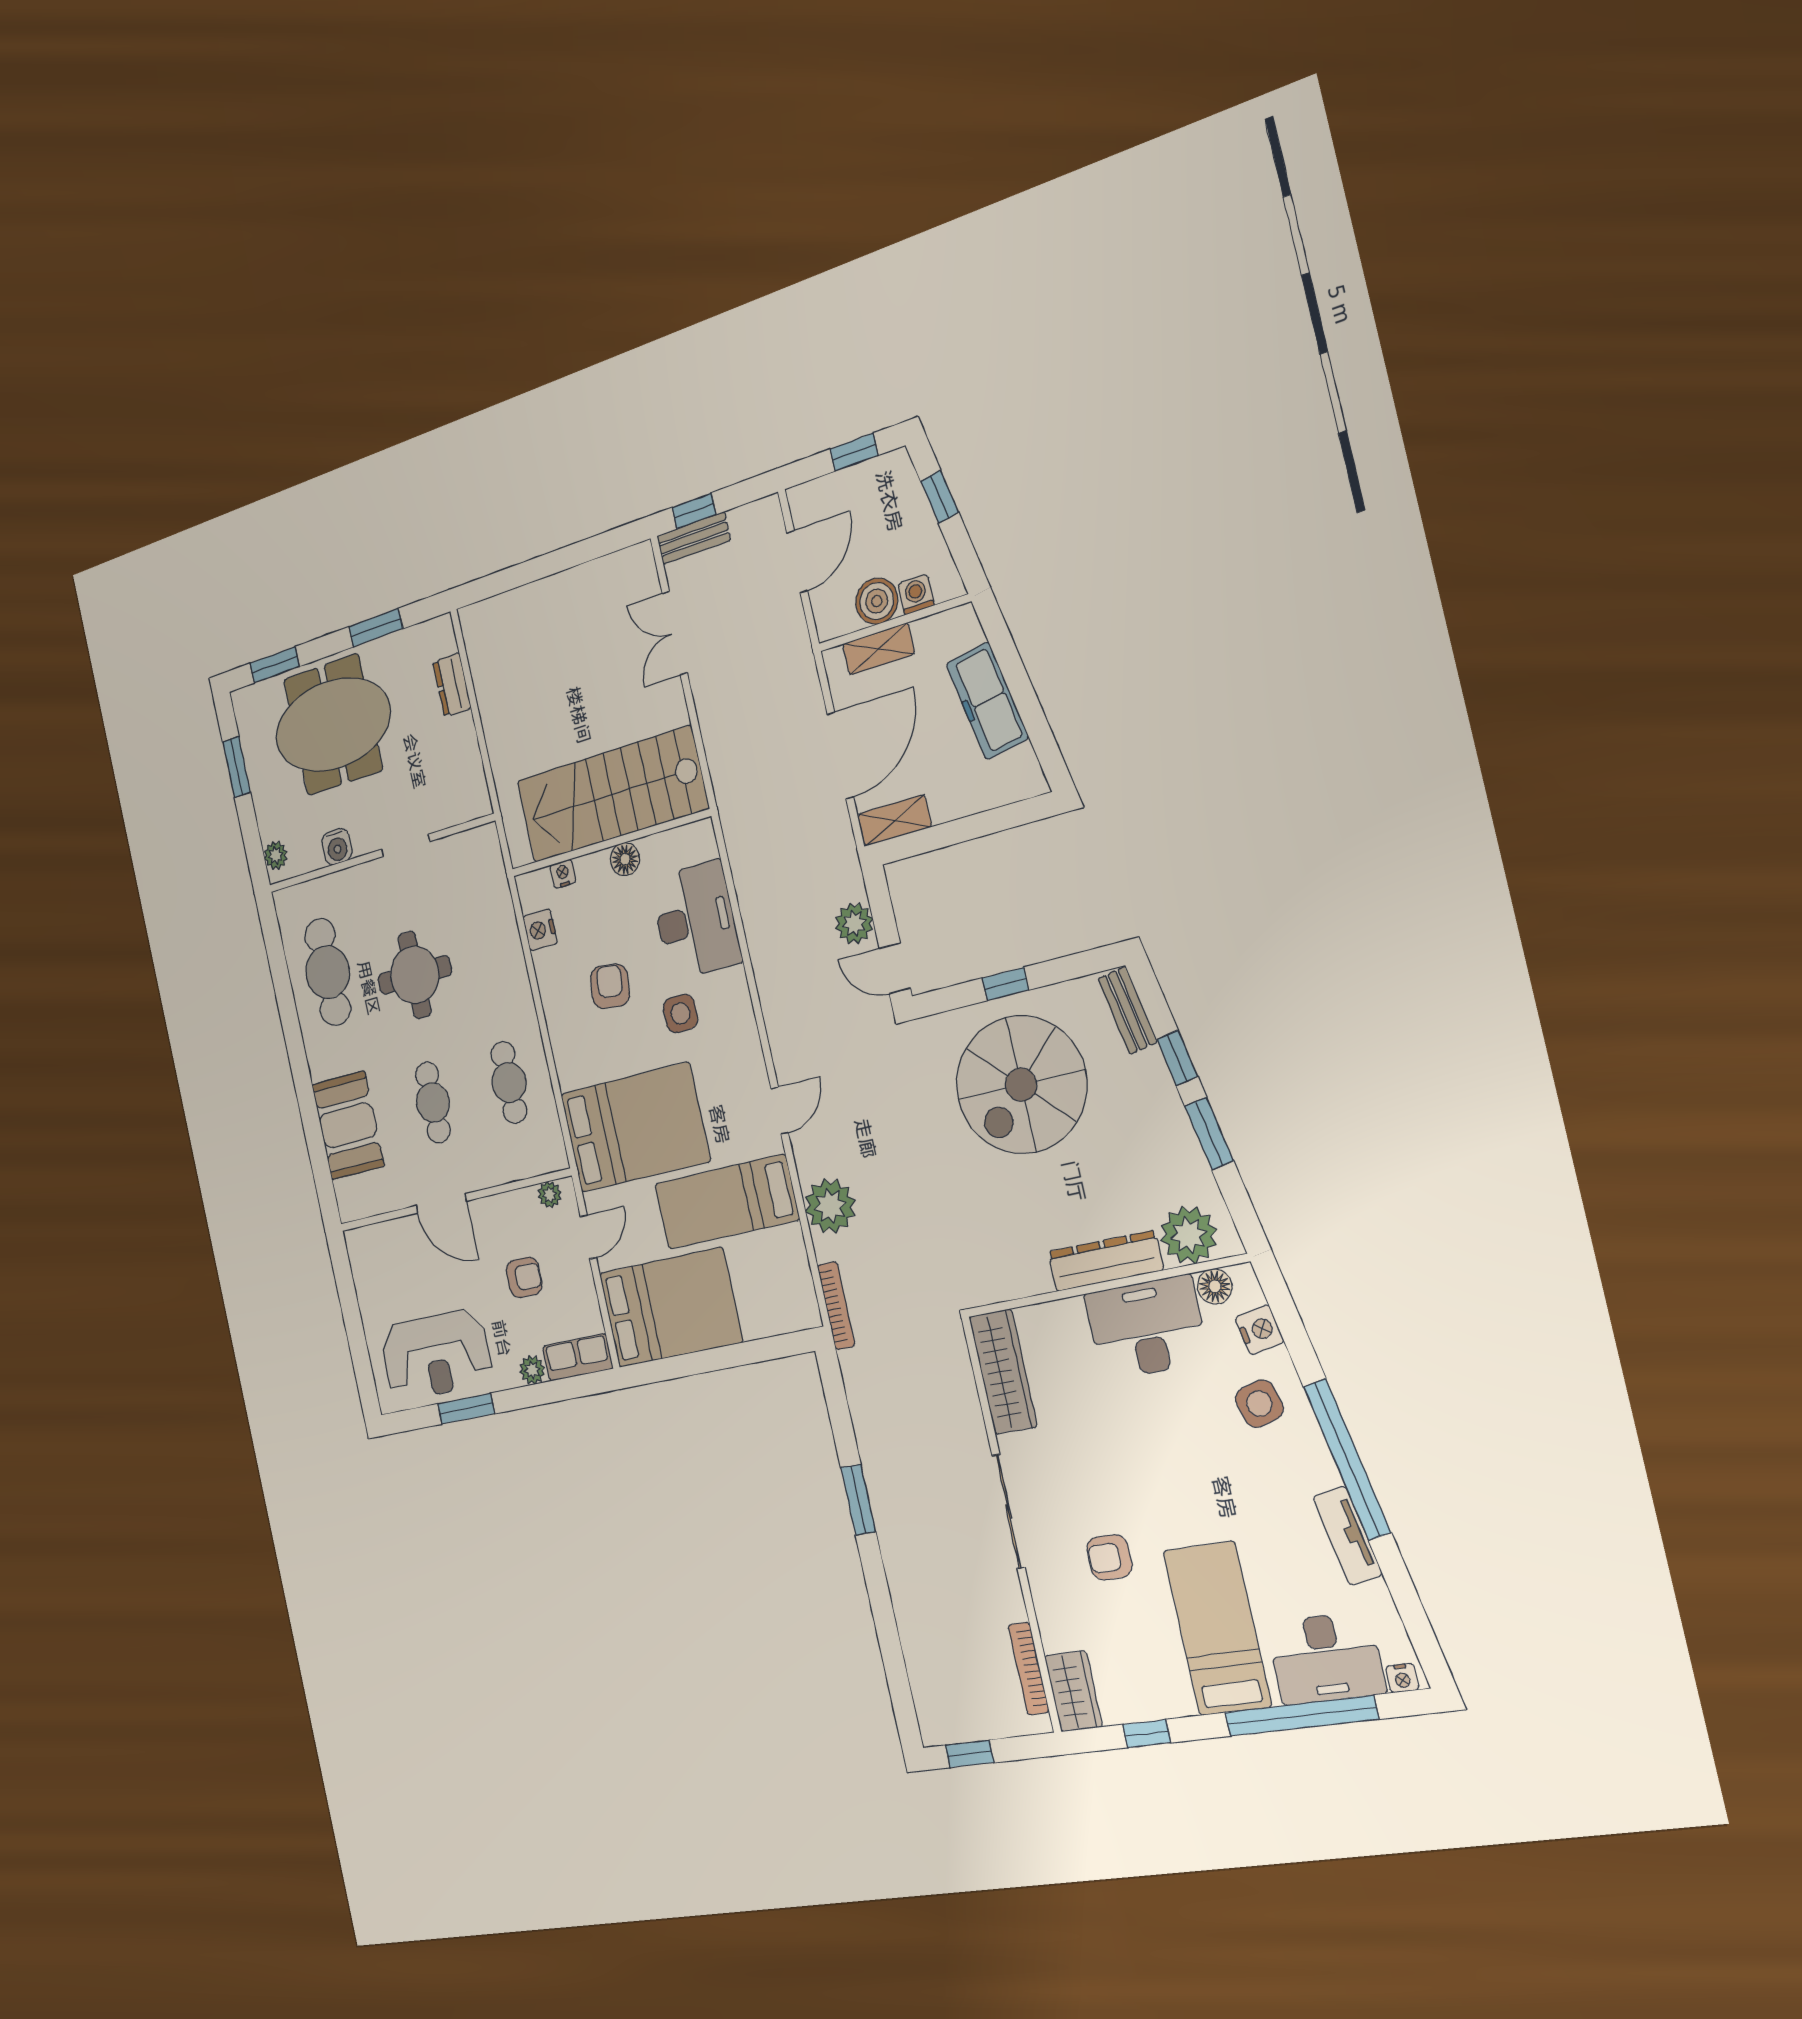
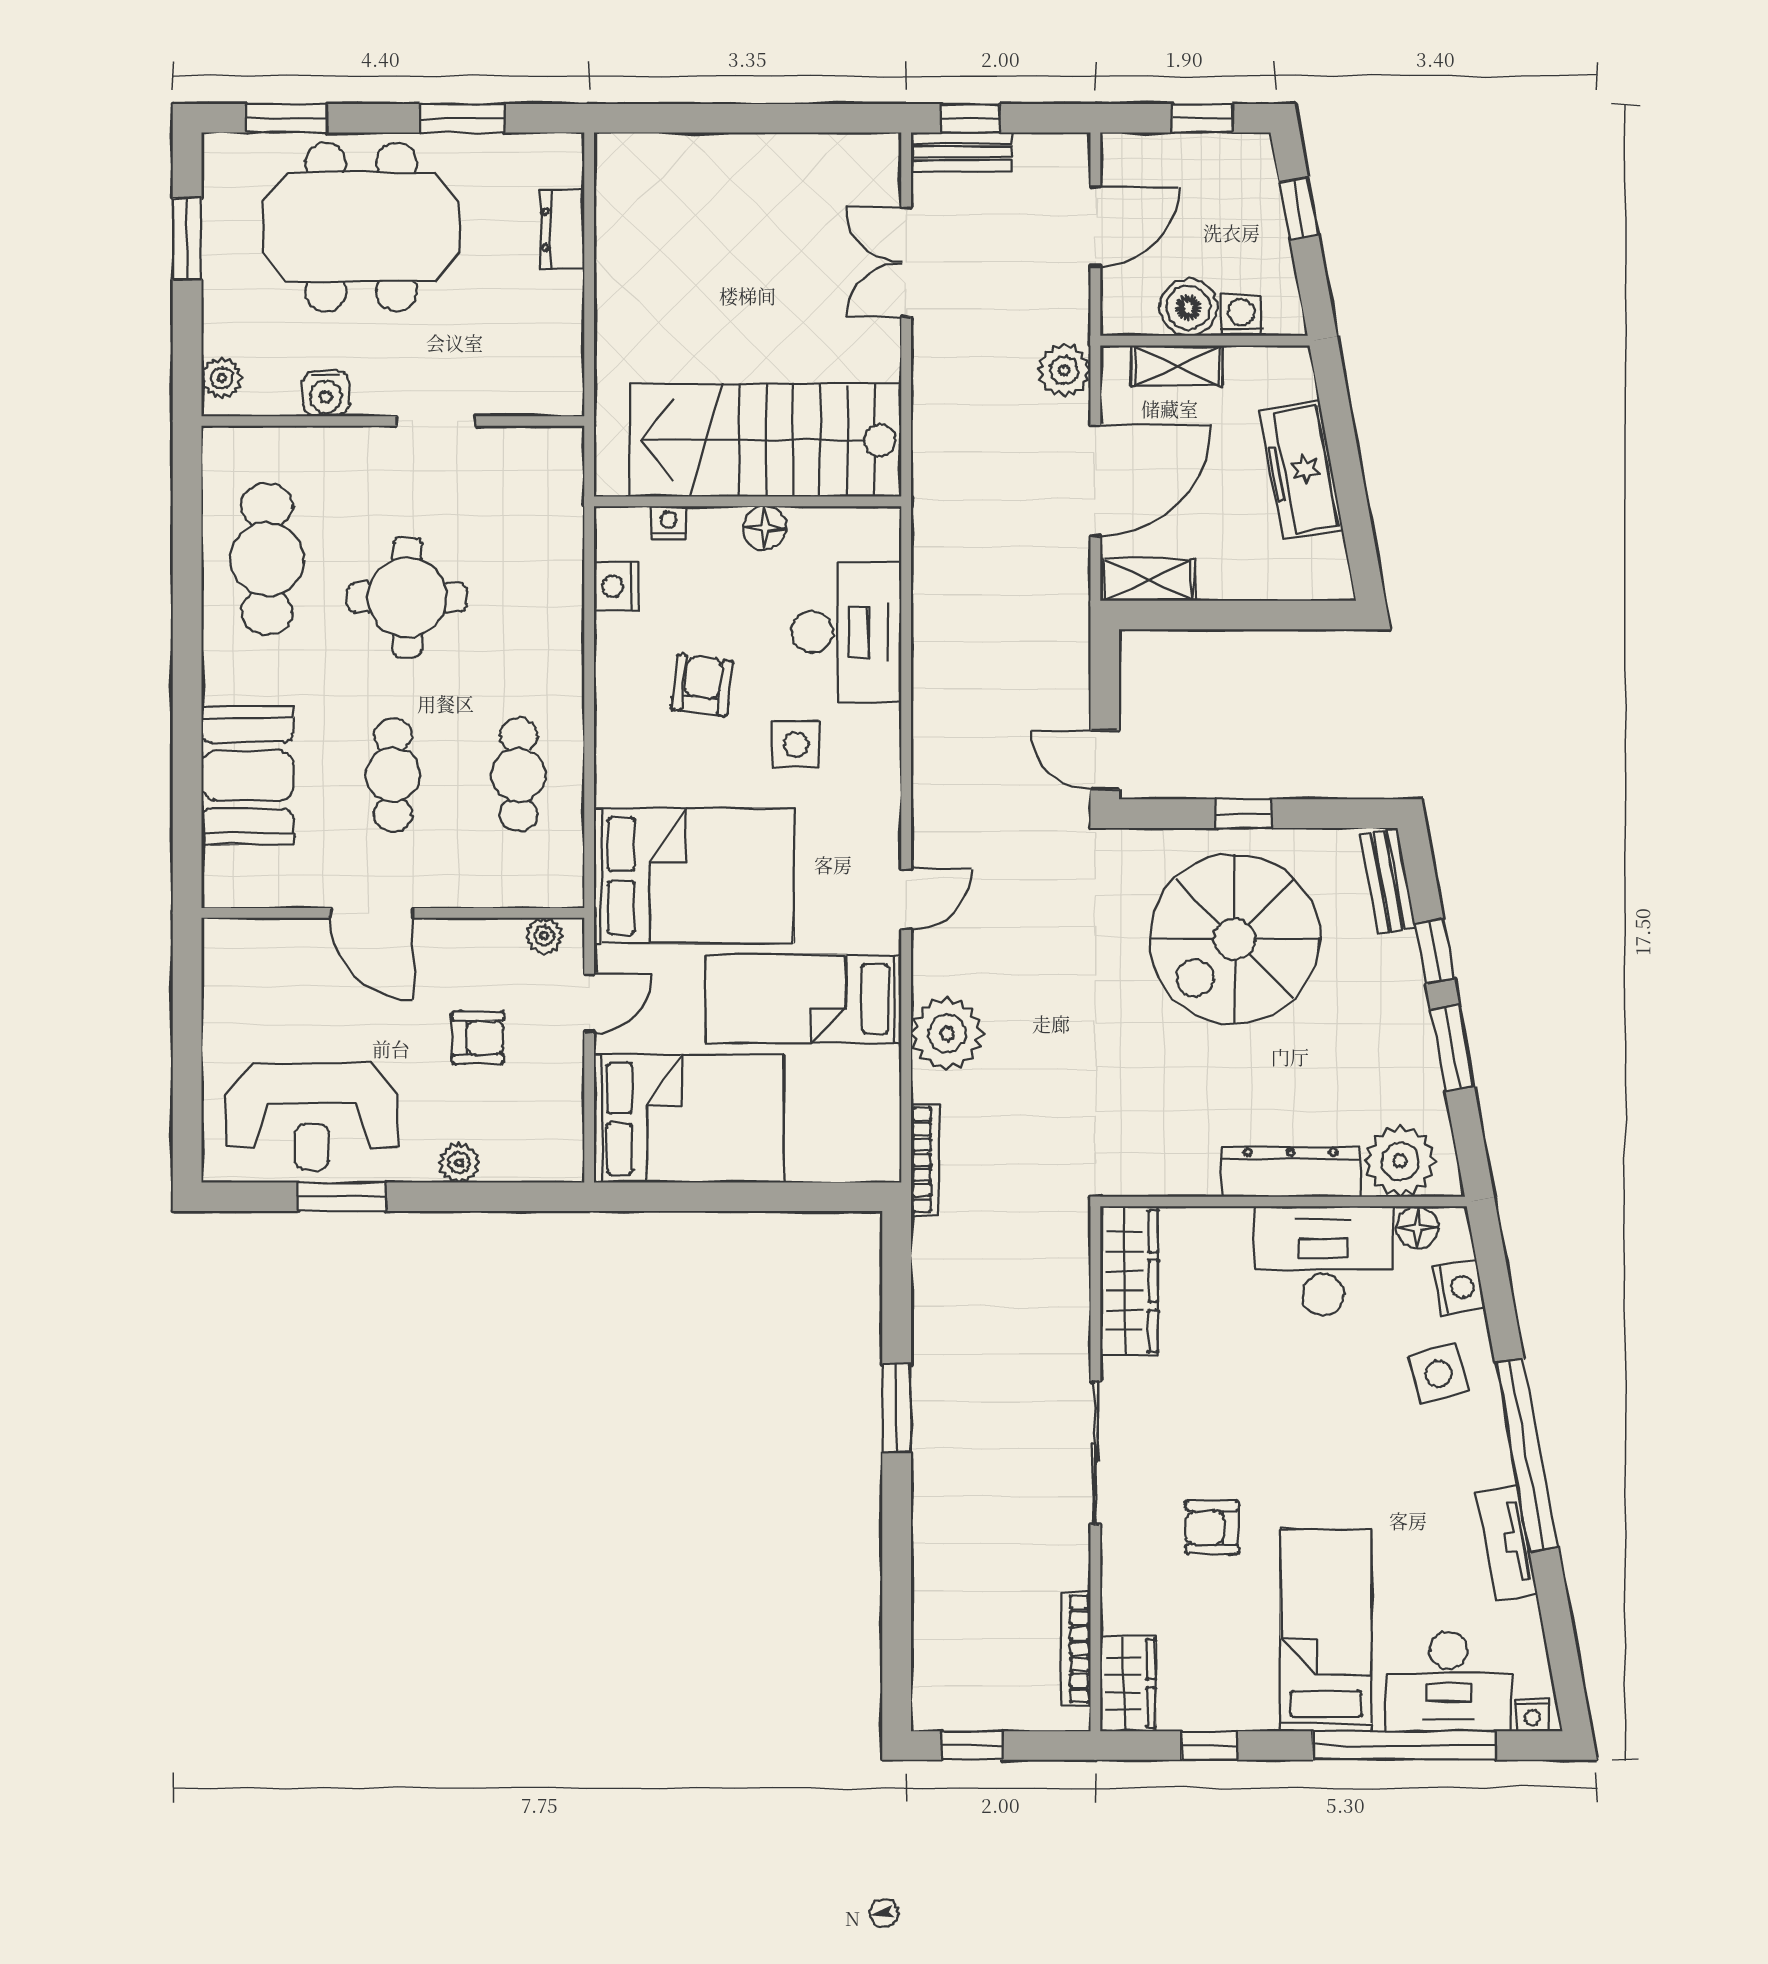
plant: (854, 923) -> (1064, 370), moved
row of seats: (578, 1357) -> (534, 1158), removed

